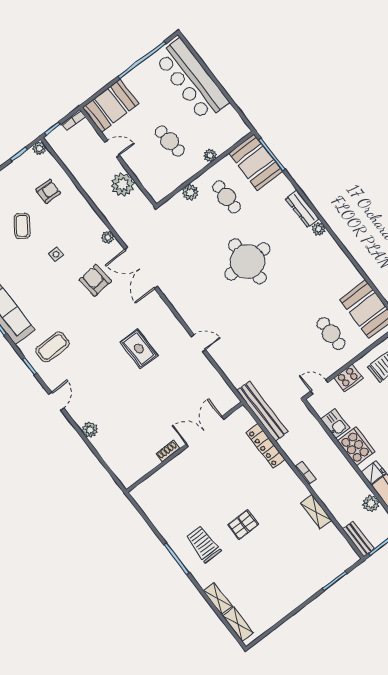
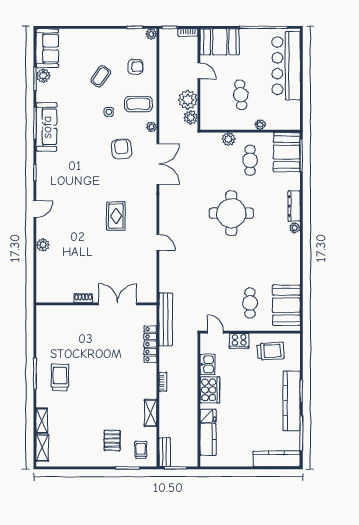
double door: (141, 268) -> (158, 164), swing flipped
coffee table: (52, 347) -> (138, 104), moved
plant: (371, 504) -> (191, 118), moved
pallet: (243, 525) -> (112, 441), moved, turned 90
trolley: (334, 554) -> (141, 450), added

